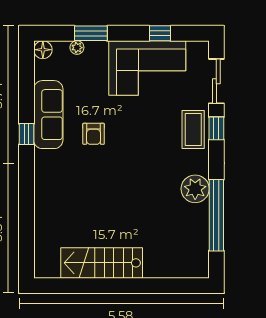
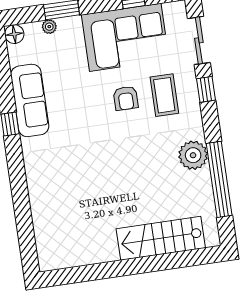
coffee table: (193, 130) -> (164, 95), moved
armchair: (94, 134) -> (126, 98), moved
stairs: (102, 263) -> (161, 238), moved

